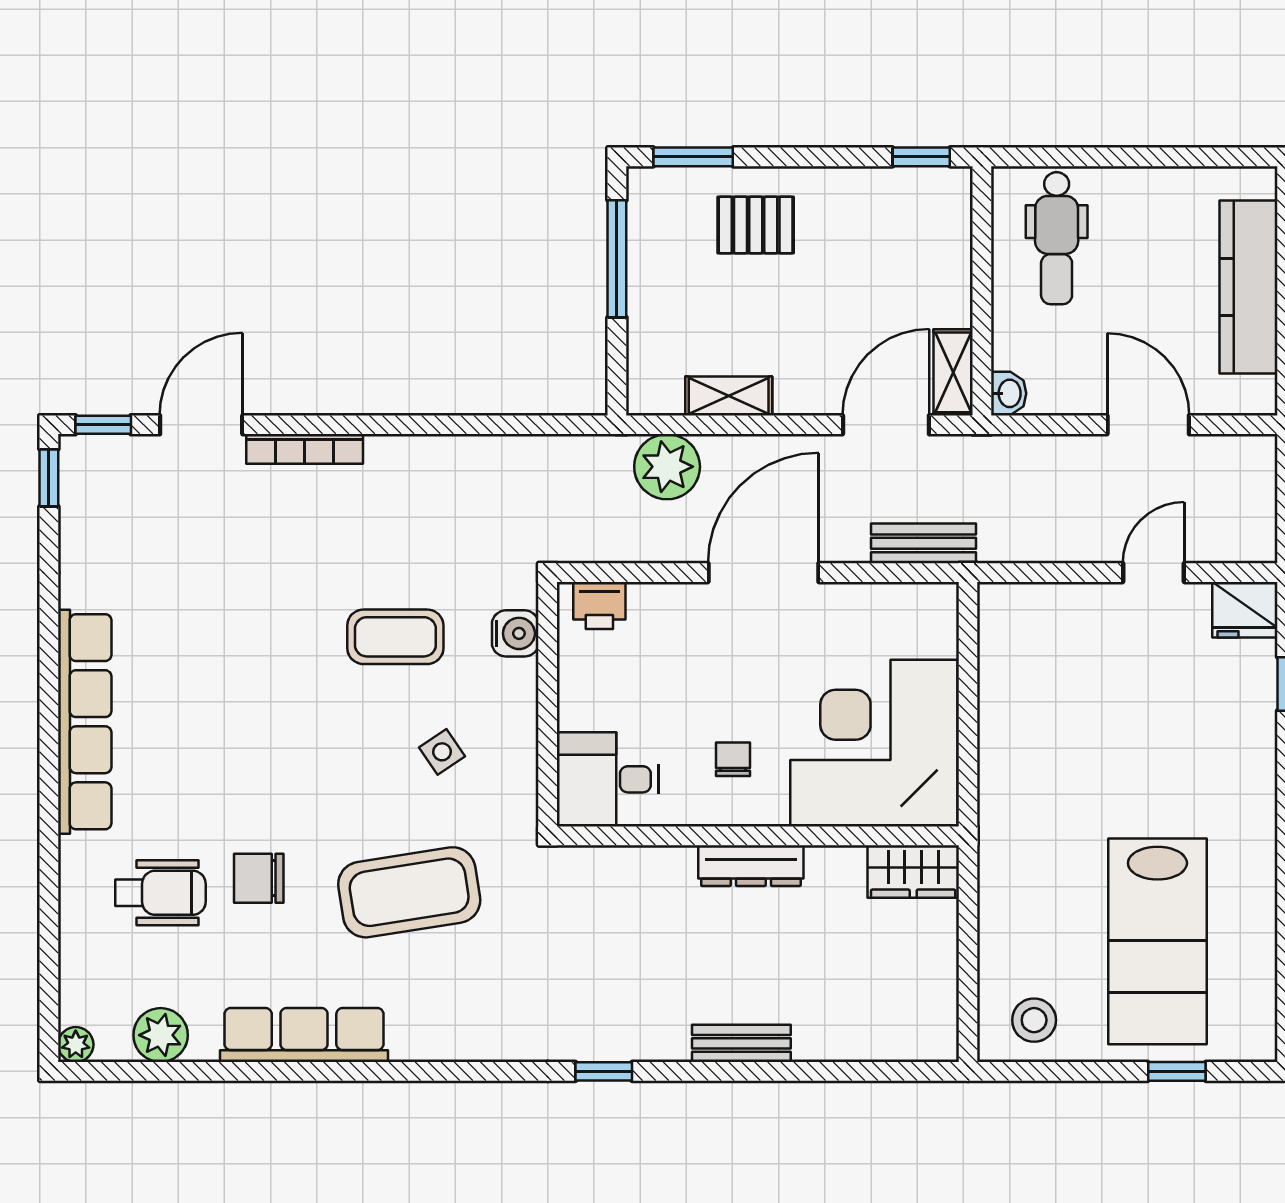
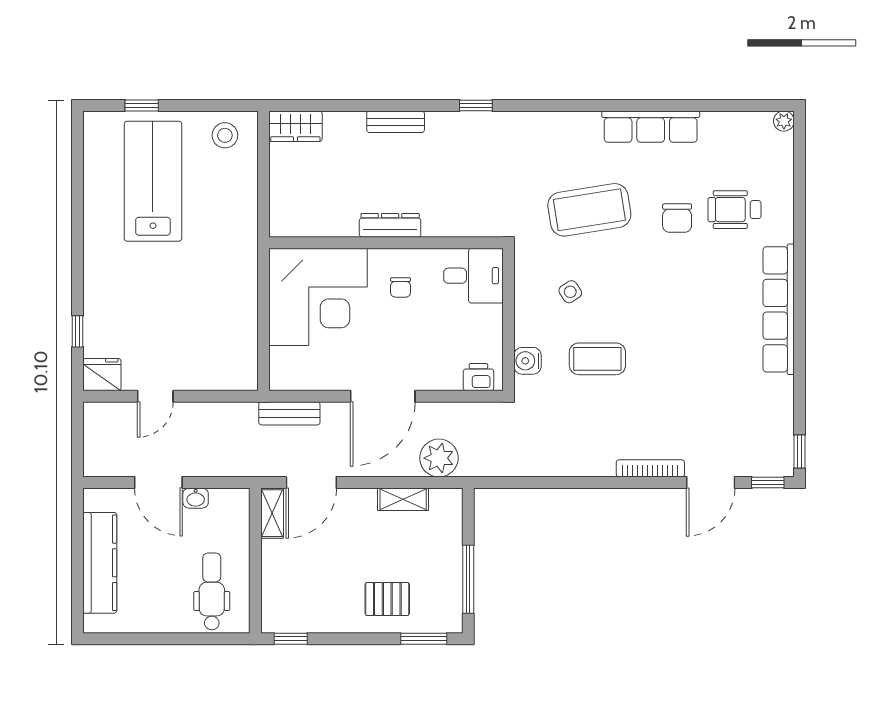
washbasin: (1009, 393) -> (196, 498), moved, turned -90
wardrobe: (913, 872) -> (295, 126), moved, turned 180
chair: (259, 878) -> (677, 218), turned 90
plant: (161, 1035) -> (734, 127), removed

